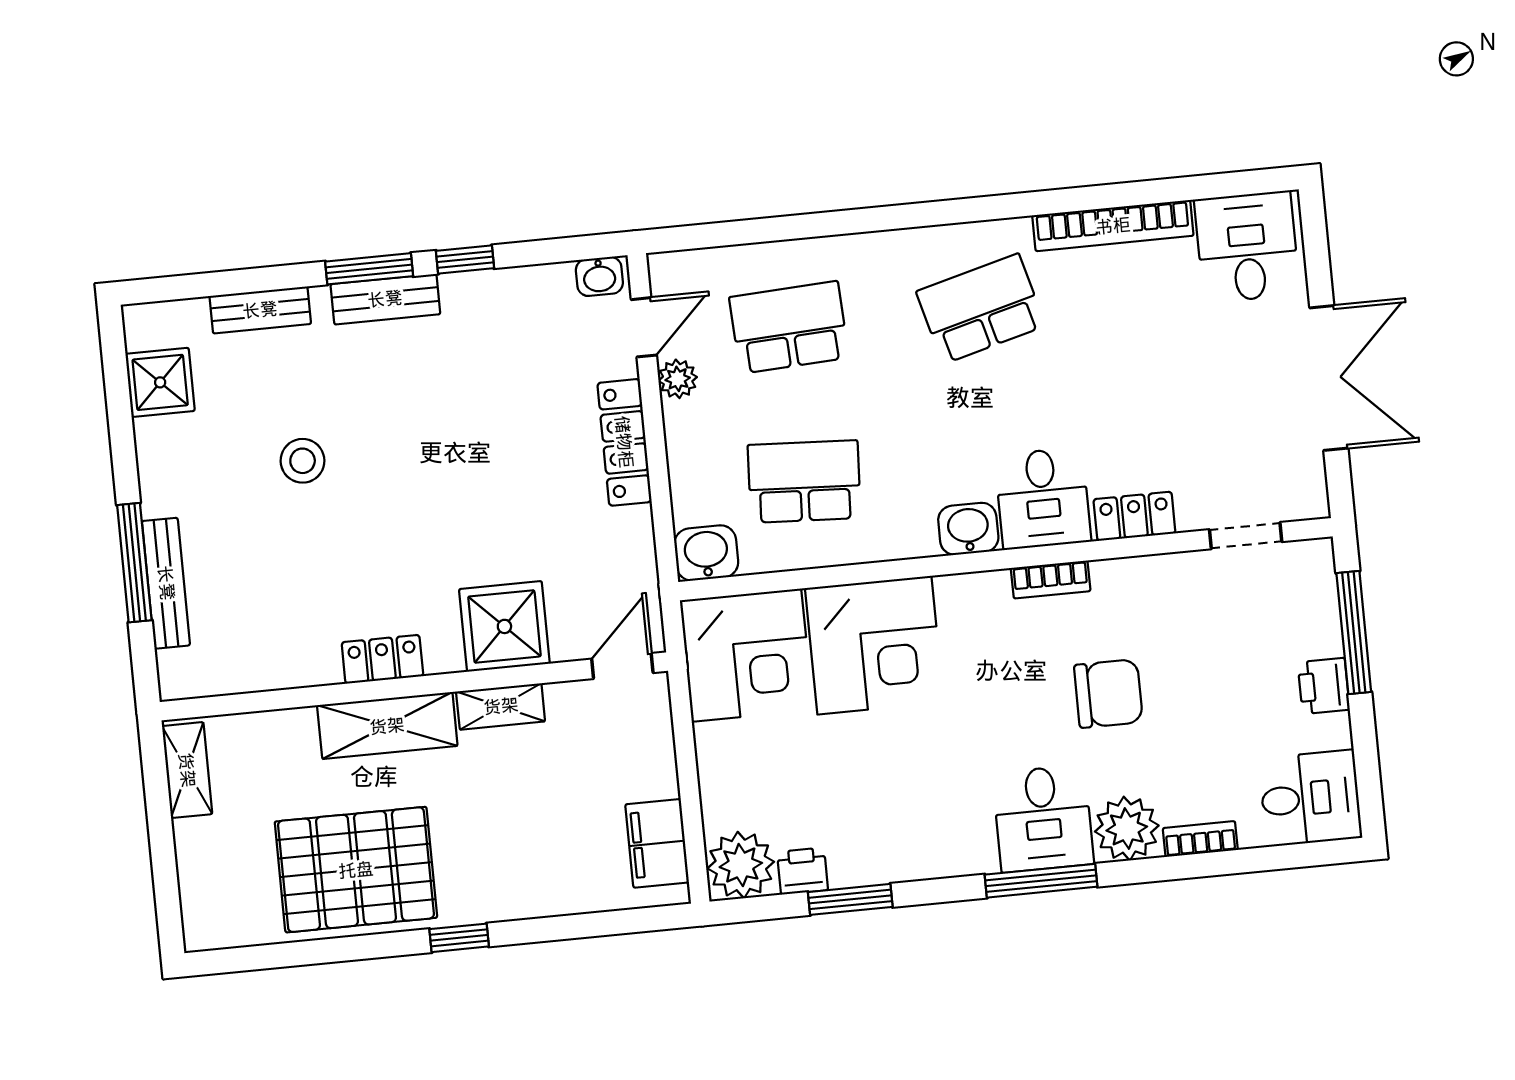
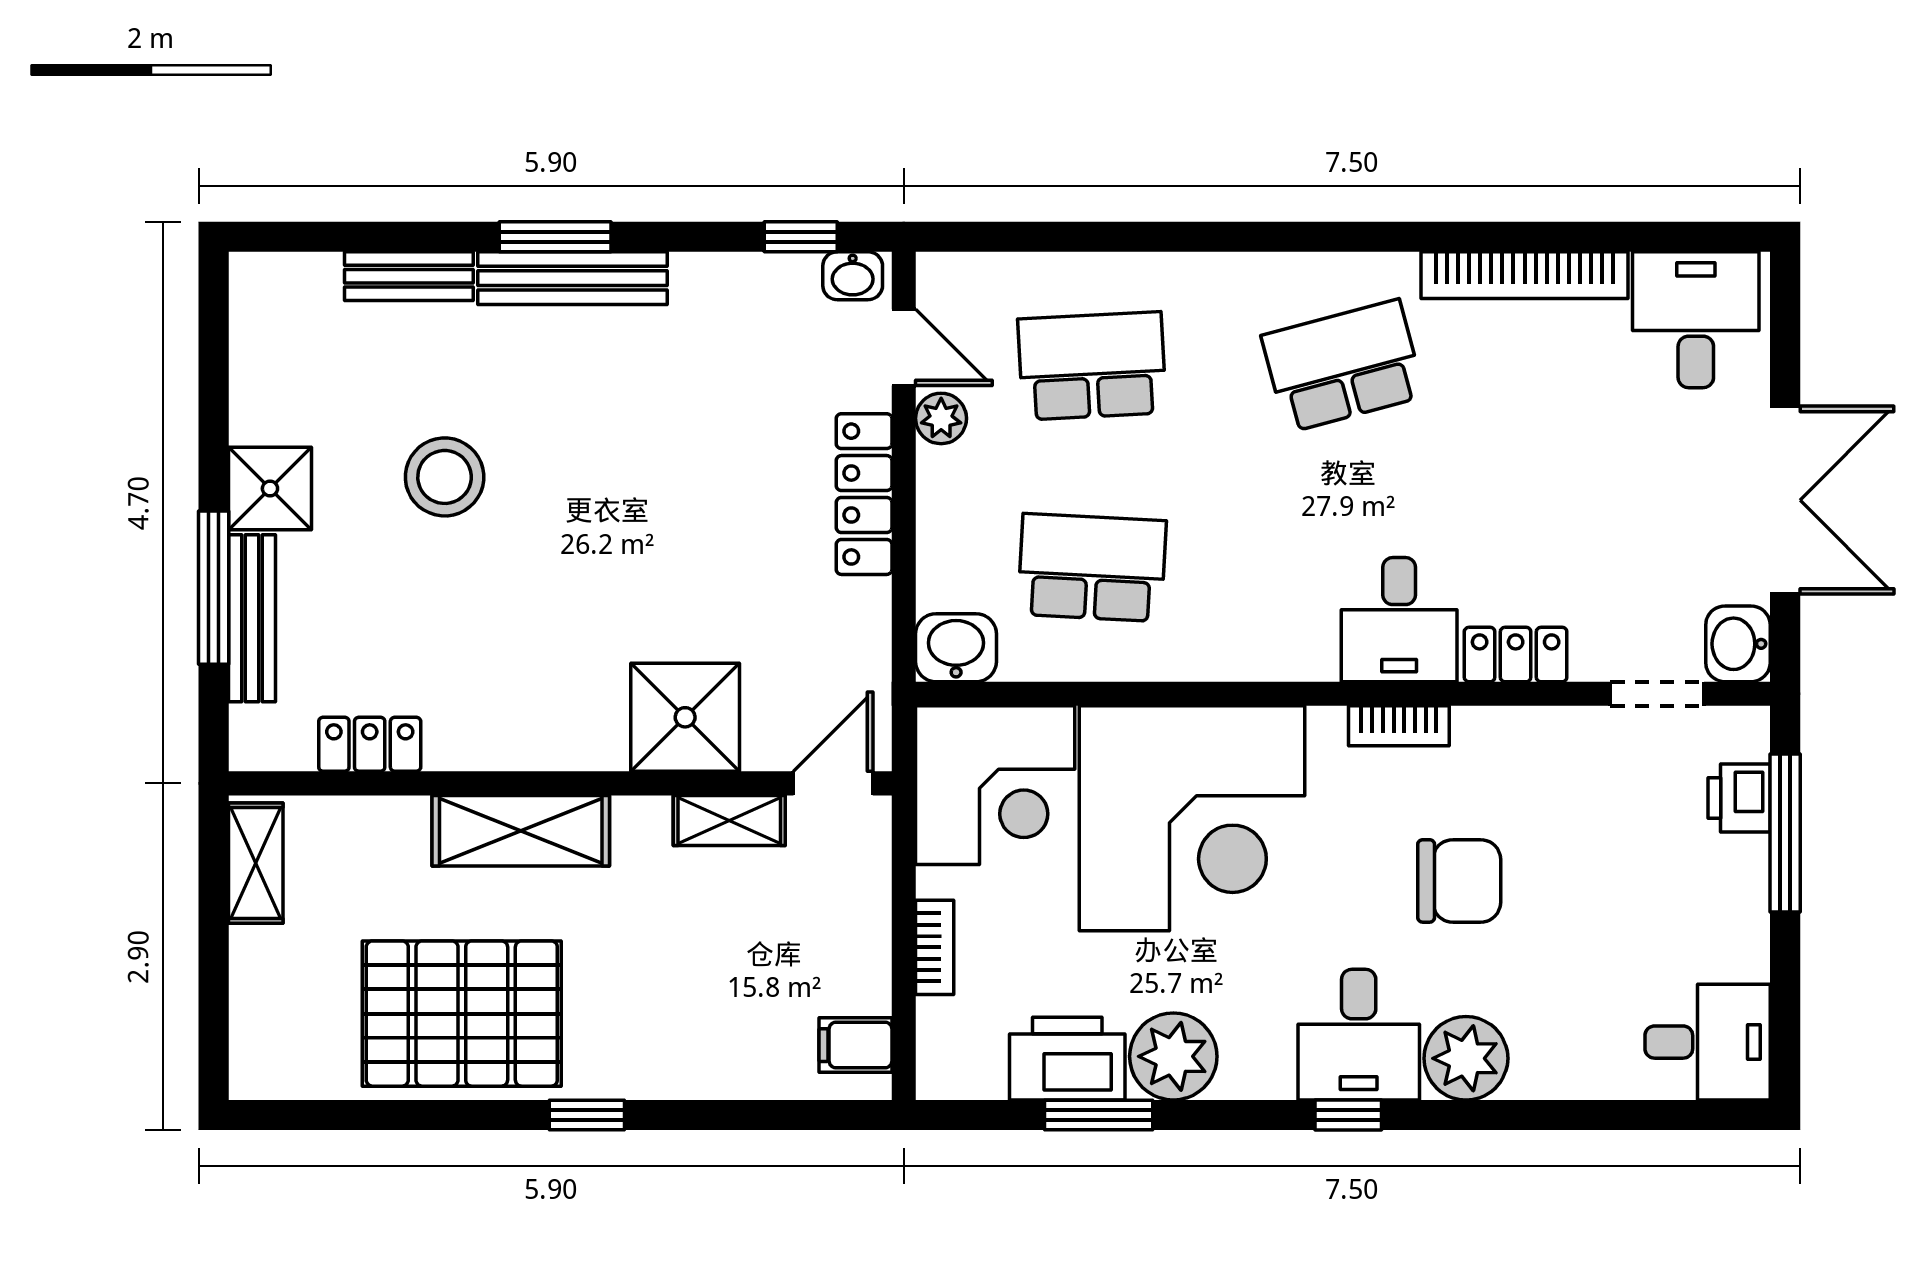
window: (465, 259) -> (801, 237), moved
bench: (385, 299) -> (572, 278), width x1.36
door: (644, 327) -> (904, 347), hinge flipped
shower: (160, 382) -> (270, 489), moved
stool: (303, 461) -> (445, 477), width x1.38, depth x1.38
washbasin: (968, 529) -> (1738, 644), moved, turned -90
corner desk: (874, 645) -> (1192, 818), width x1.36, depth x1.36
locker: (382, 659) -> (370, 744), moved
printer: (1324, 686) -> (1739, 798), moved
shelving: (501, 706) -> (729, 820), moved
bookcase: (1200, 839) -> (935, 947), moved, turned 90
filing cabinet: (657, 843) -> (855, 1045), width x0.50
plant: (741, 865) -> (1173, 1056), moved
printer: (803, 871) -> (1067, 1059), width x1.87, depth x1.48
window: (1041, 881) -> (1348, 1115), width x0.46

